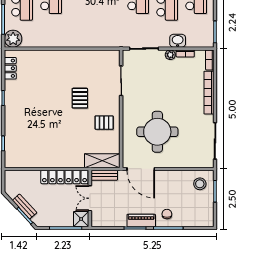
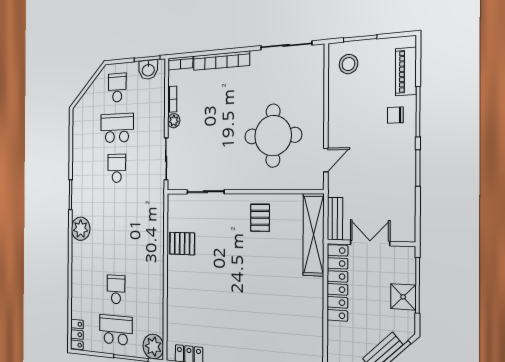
washbasin: (178, 41) -> (148, 70), moved, turned -90
pallet: (80, 98) -> (182, 244), moved
shelving: (102, 161) -> (313, 235), width x1.47
door: (141, 169) -> (326, 160), width x0.53
double door: (90, 198) -> (370, 243), swing flipped
shower: (81, 219) -> (403, 297), moved
piano: (141, 220) -> (406, 72), moved

